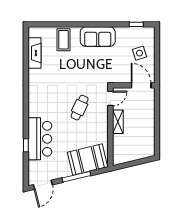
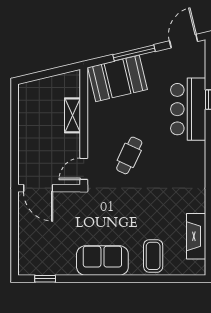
side table: (140, 53) -> (40, 236), removed
shelving: (118, 122) -> (73, 115), moved

